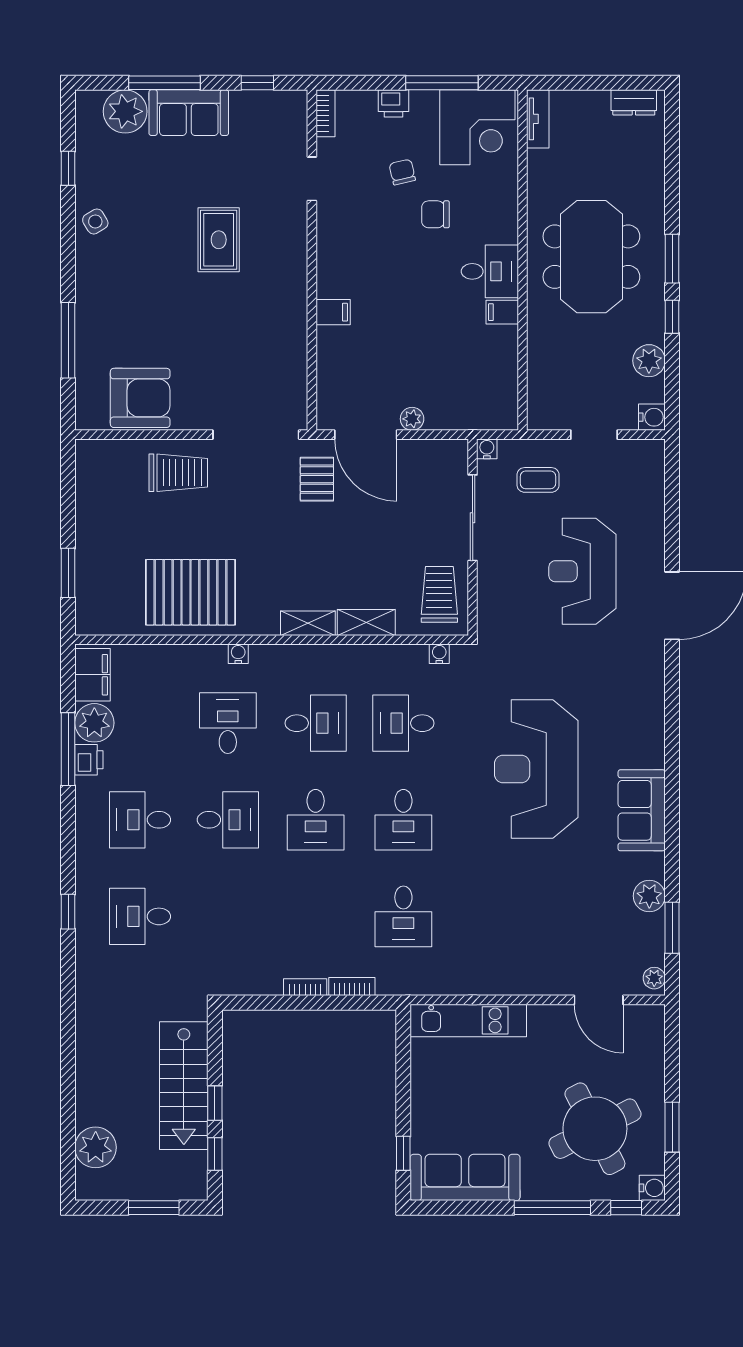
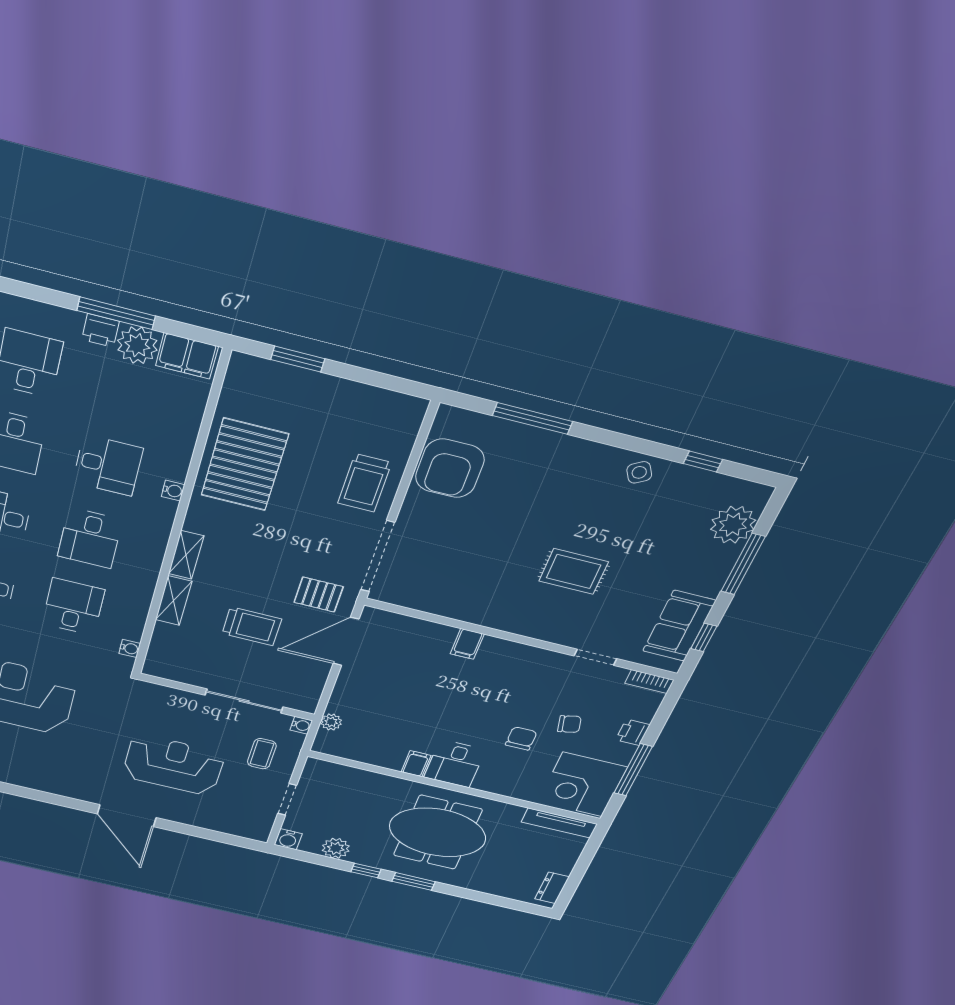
sofa: (189, 113) -> (679, 626), moved
tv unit: (538, 119) -> (559, 823), width x1.41
plant: (412, 419) -> (331, 722), moved
trolley: (439, 594) -> (252, 626), moved

